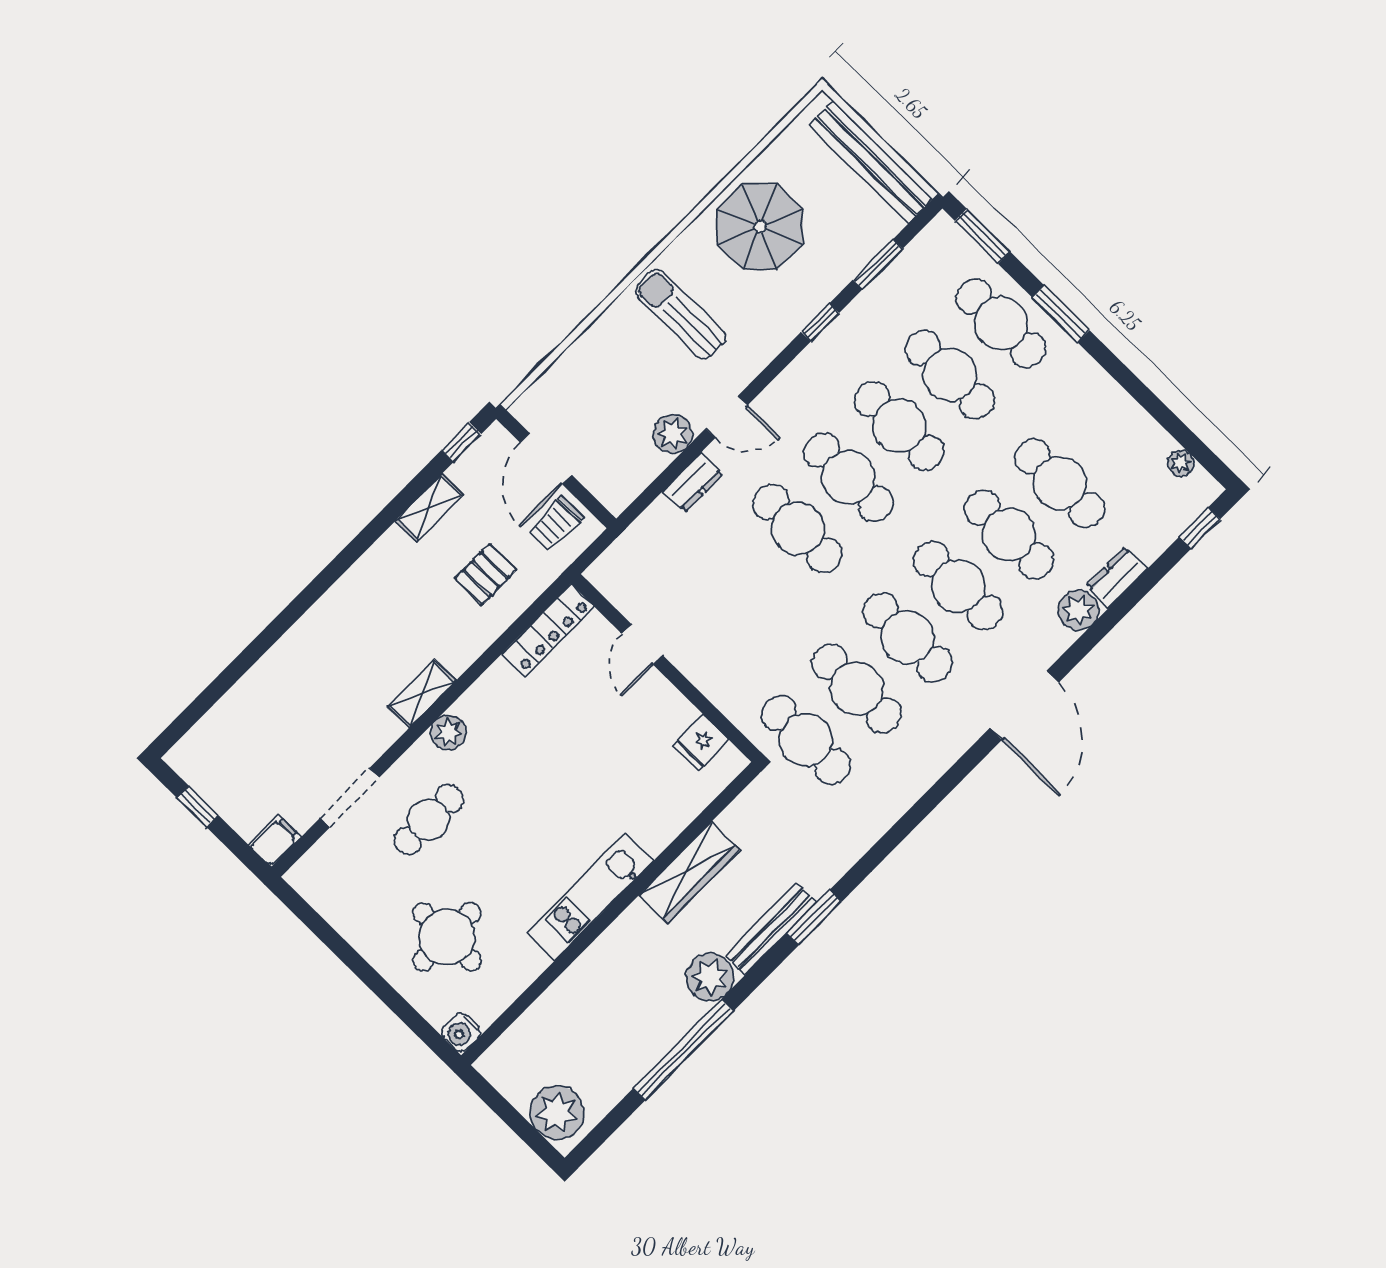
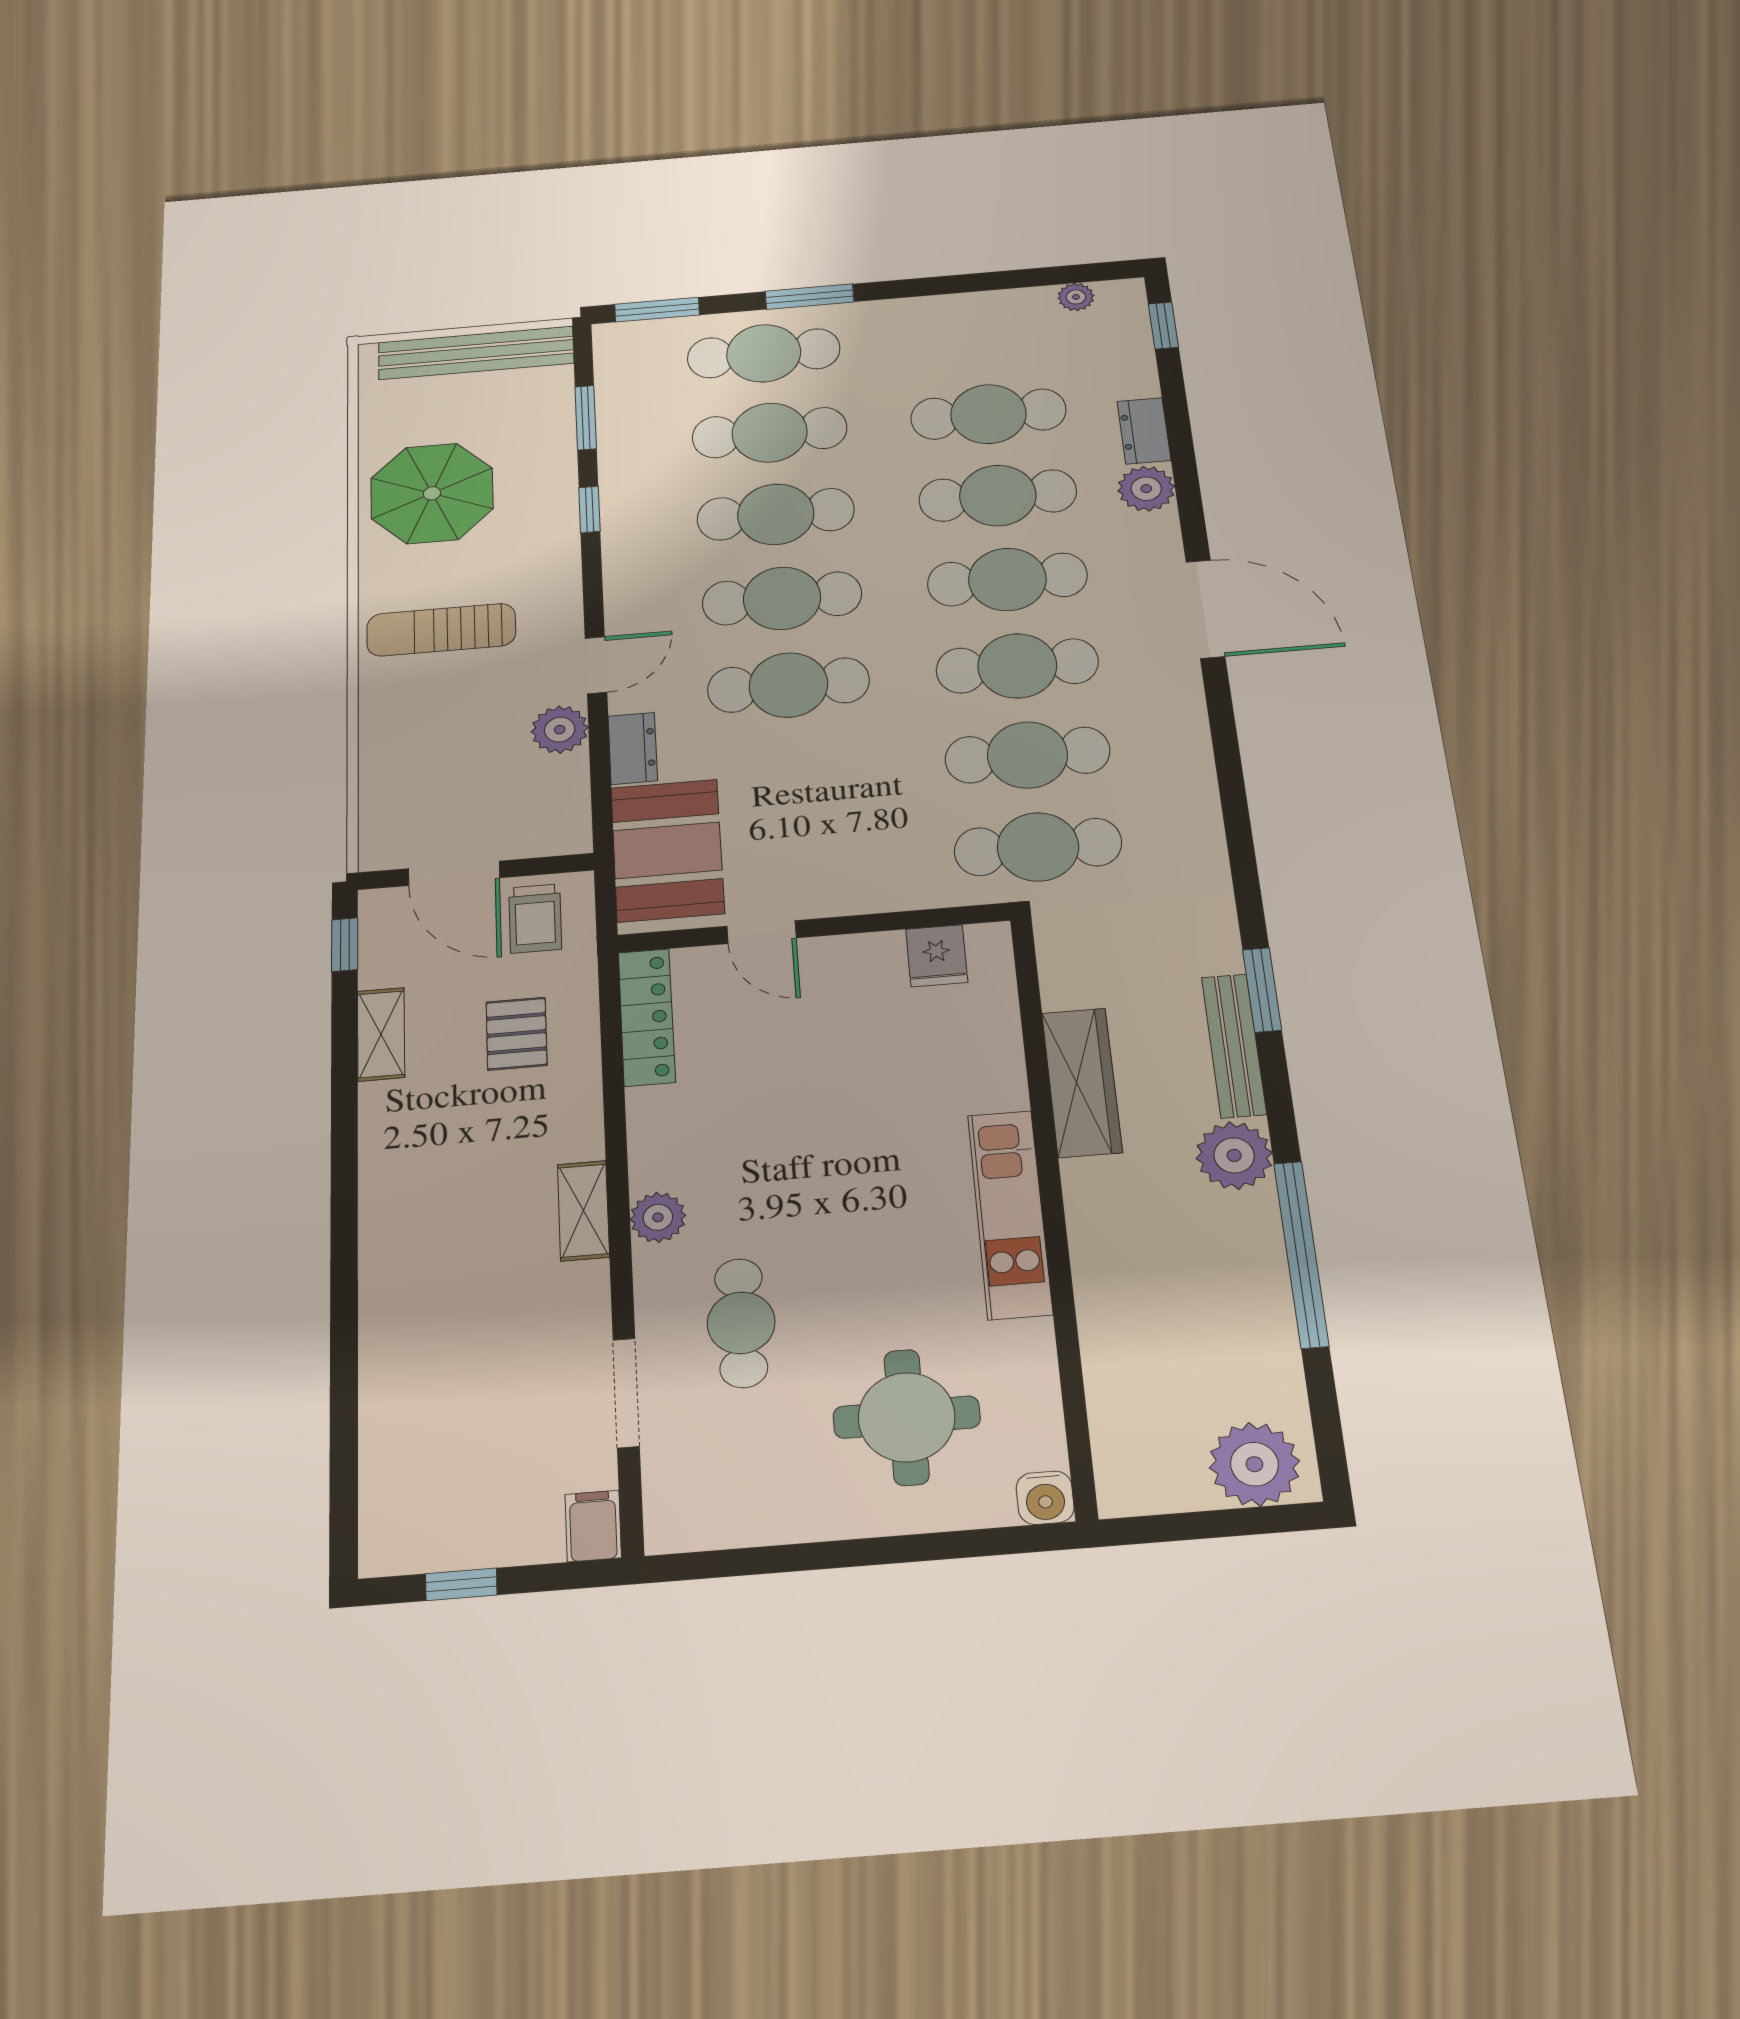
booth: (649, 555) -> (667, 850), added

